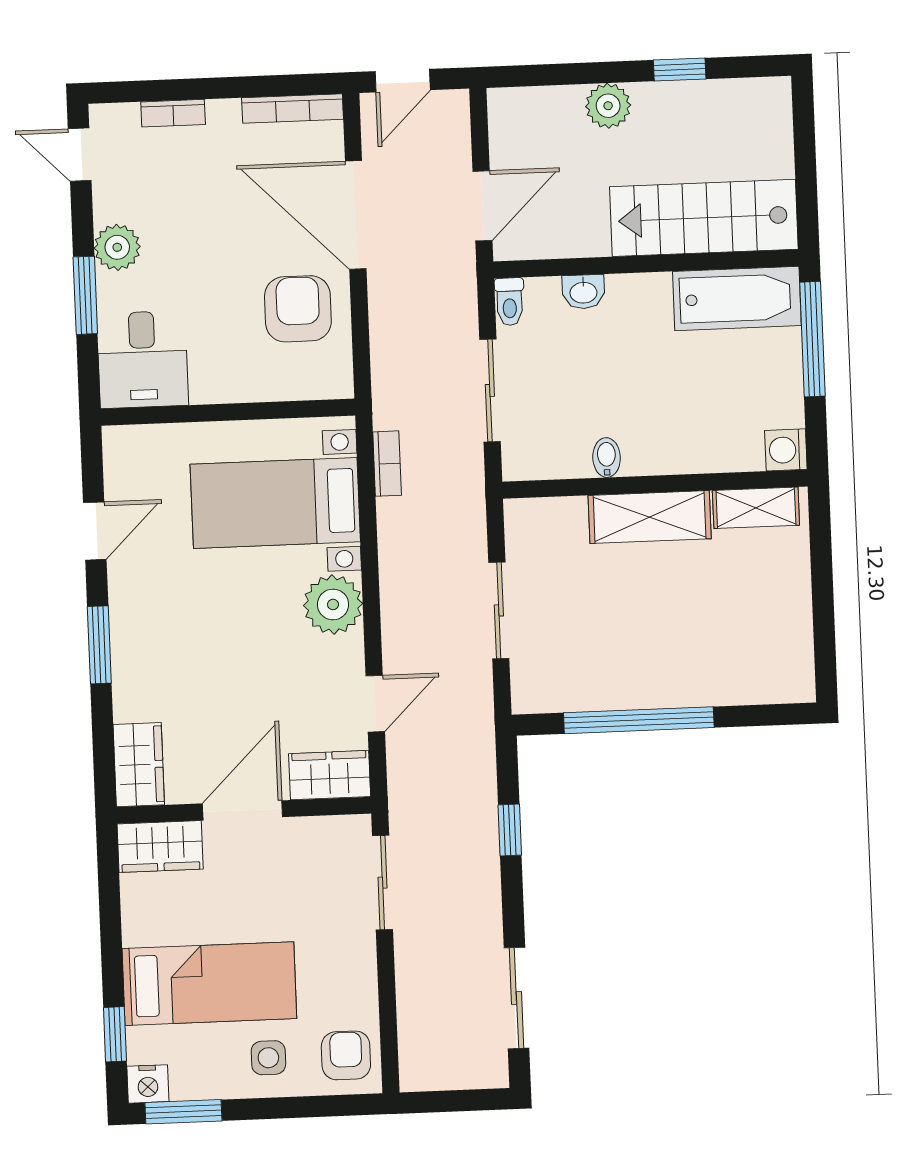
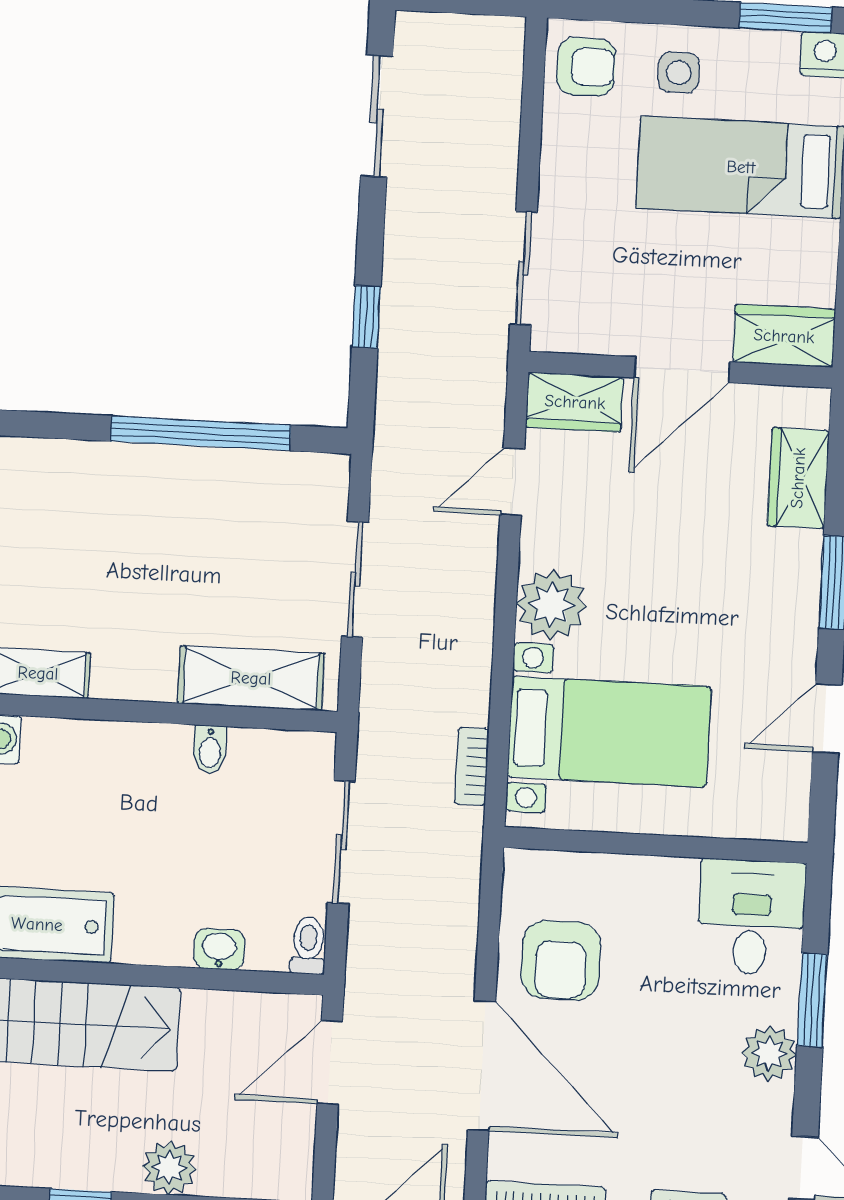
shelving: (650, 517) -> (251, 678), moved
wardrobe: (139, 765) -> (798, 478), moved
armchair: (346, 1055) -> (586, 67), turned -90

